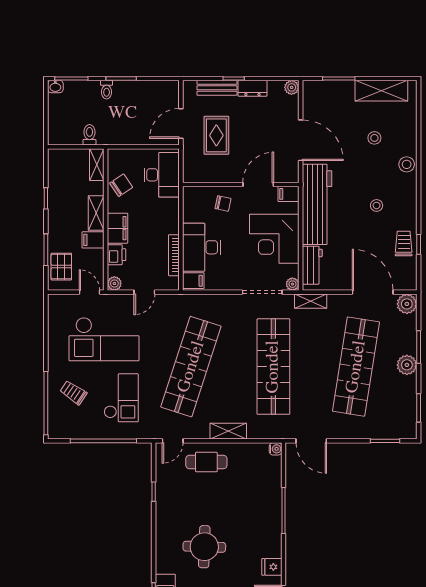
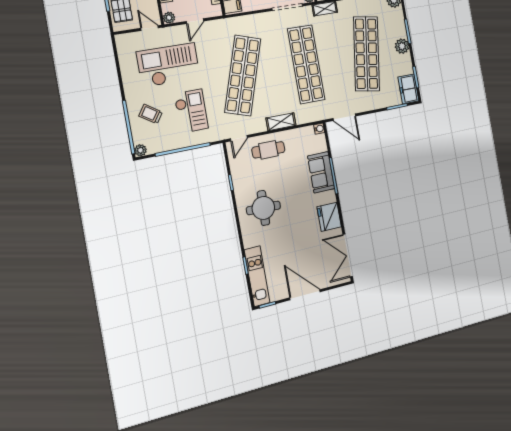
checkout: (104, 339) -> (168, 65), turned 180
freezer: (405, 421) -> (408, 89), added
plant: (55, 432) -> (140, 150), added
sofa: (268, 503) -> (321, 172), added
round table: (204, 547) -> (263, 208), moved
fridge: (272, 567) -> (329, 217), width x1.88, depth x1.34

